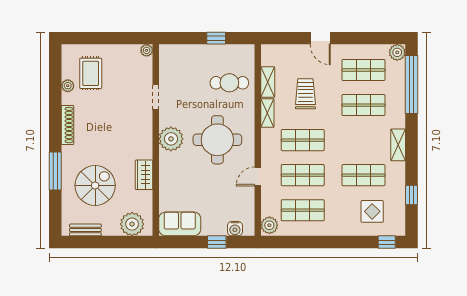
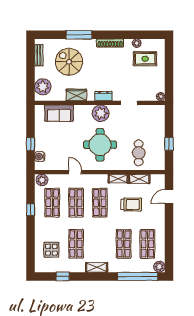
door: (320, 38) -> (169, 197), moved
dresser: (146, 135) -> (103, 96), added
spiral stairs: (95, 186) -> (69, 62), turned 180
sofa: (180, 224) -> (59, 113), moved, turned 90
window: (387, 242) -> (31, 210), moved

